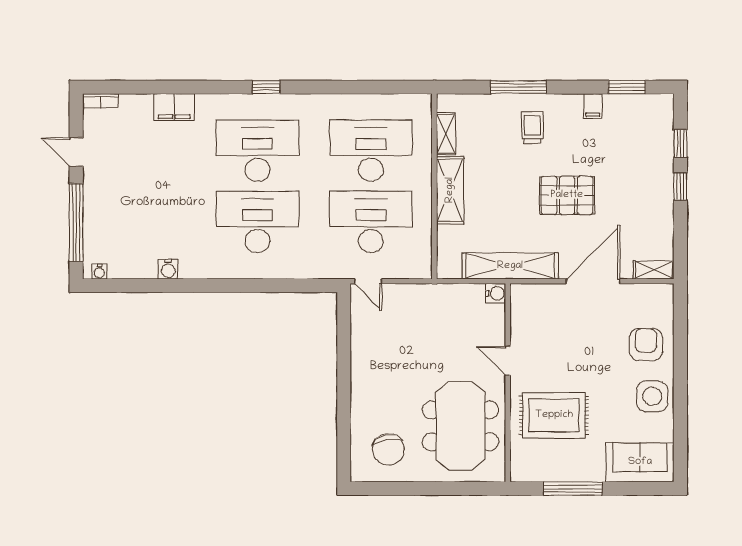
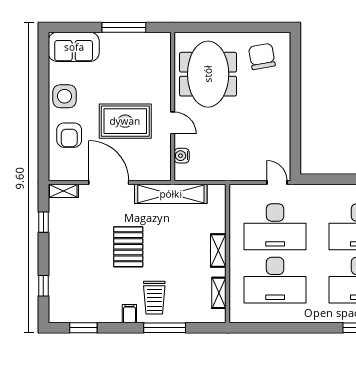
filing cabinet: (593, 106) -> (129, 314), moved
trolley: (532, 127) -> (154, 298), width x1.36, depth x1.39
window: (680, 186) -> (43, 222), moved
shelving: (450, 190) -> (218, 251), width x0.67, depth x0.75
pallet: (567, 195) -> (128, 247), turned 90
door: (593, 281) -> (109, 182), swing flipped
water cooler: (496, 293) -> (182, 156), moved
rug: (554, 415) -> (125, 121), moved

